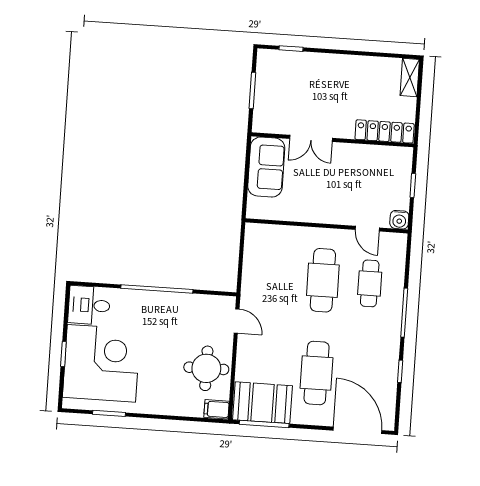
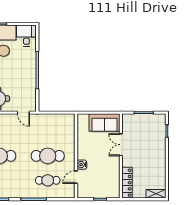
water cooler: (399, 220) -> (82, 165), moved
door: (237, 321) -> (23, 113), hinge flipped

